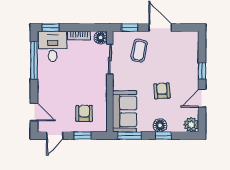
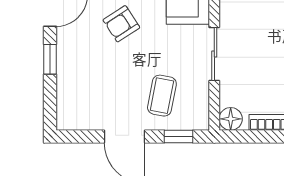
sliding door: (110, 59) -> (214, 54), moved
armchair: (162, 91) -> (121, 24), turned 61

